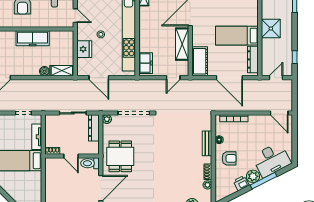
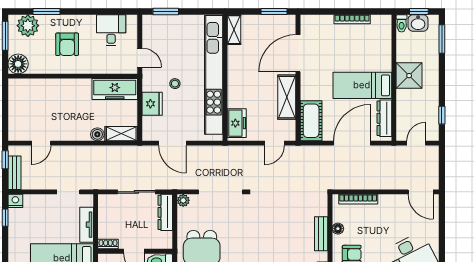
freezer: (33, 38) -> (115, 89), moved
door: (229, 78) -> (352, 143), swing flipped

